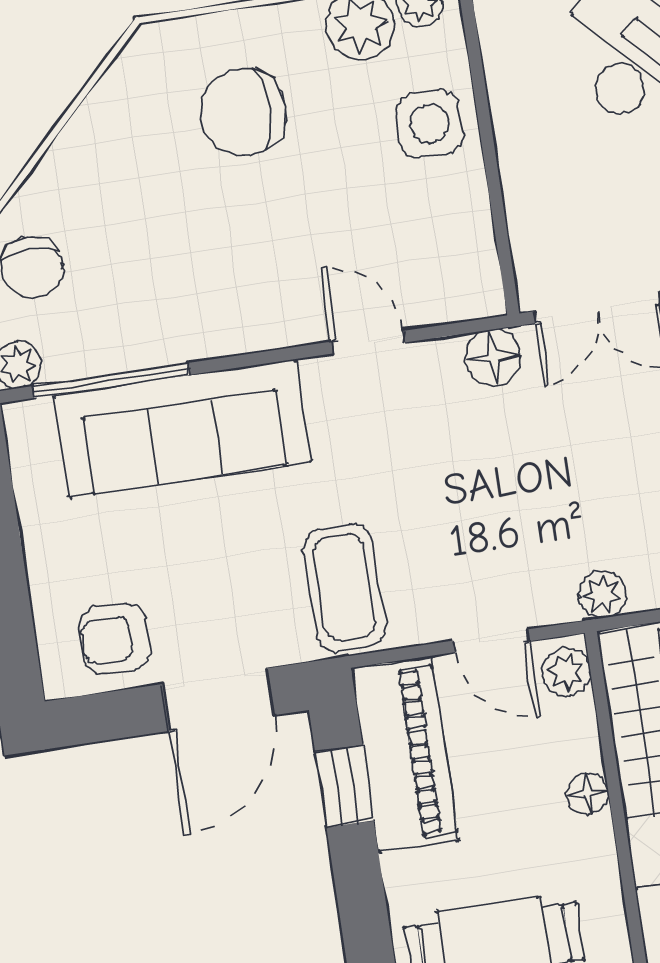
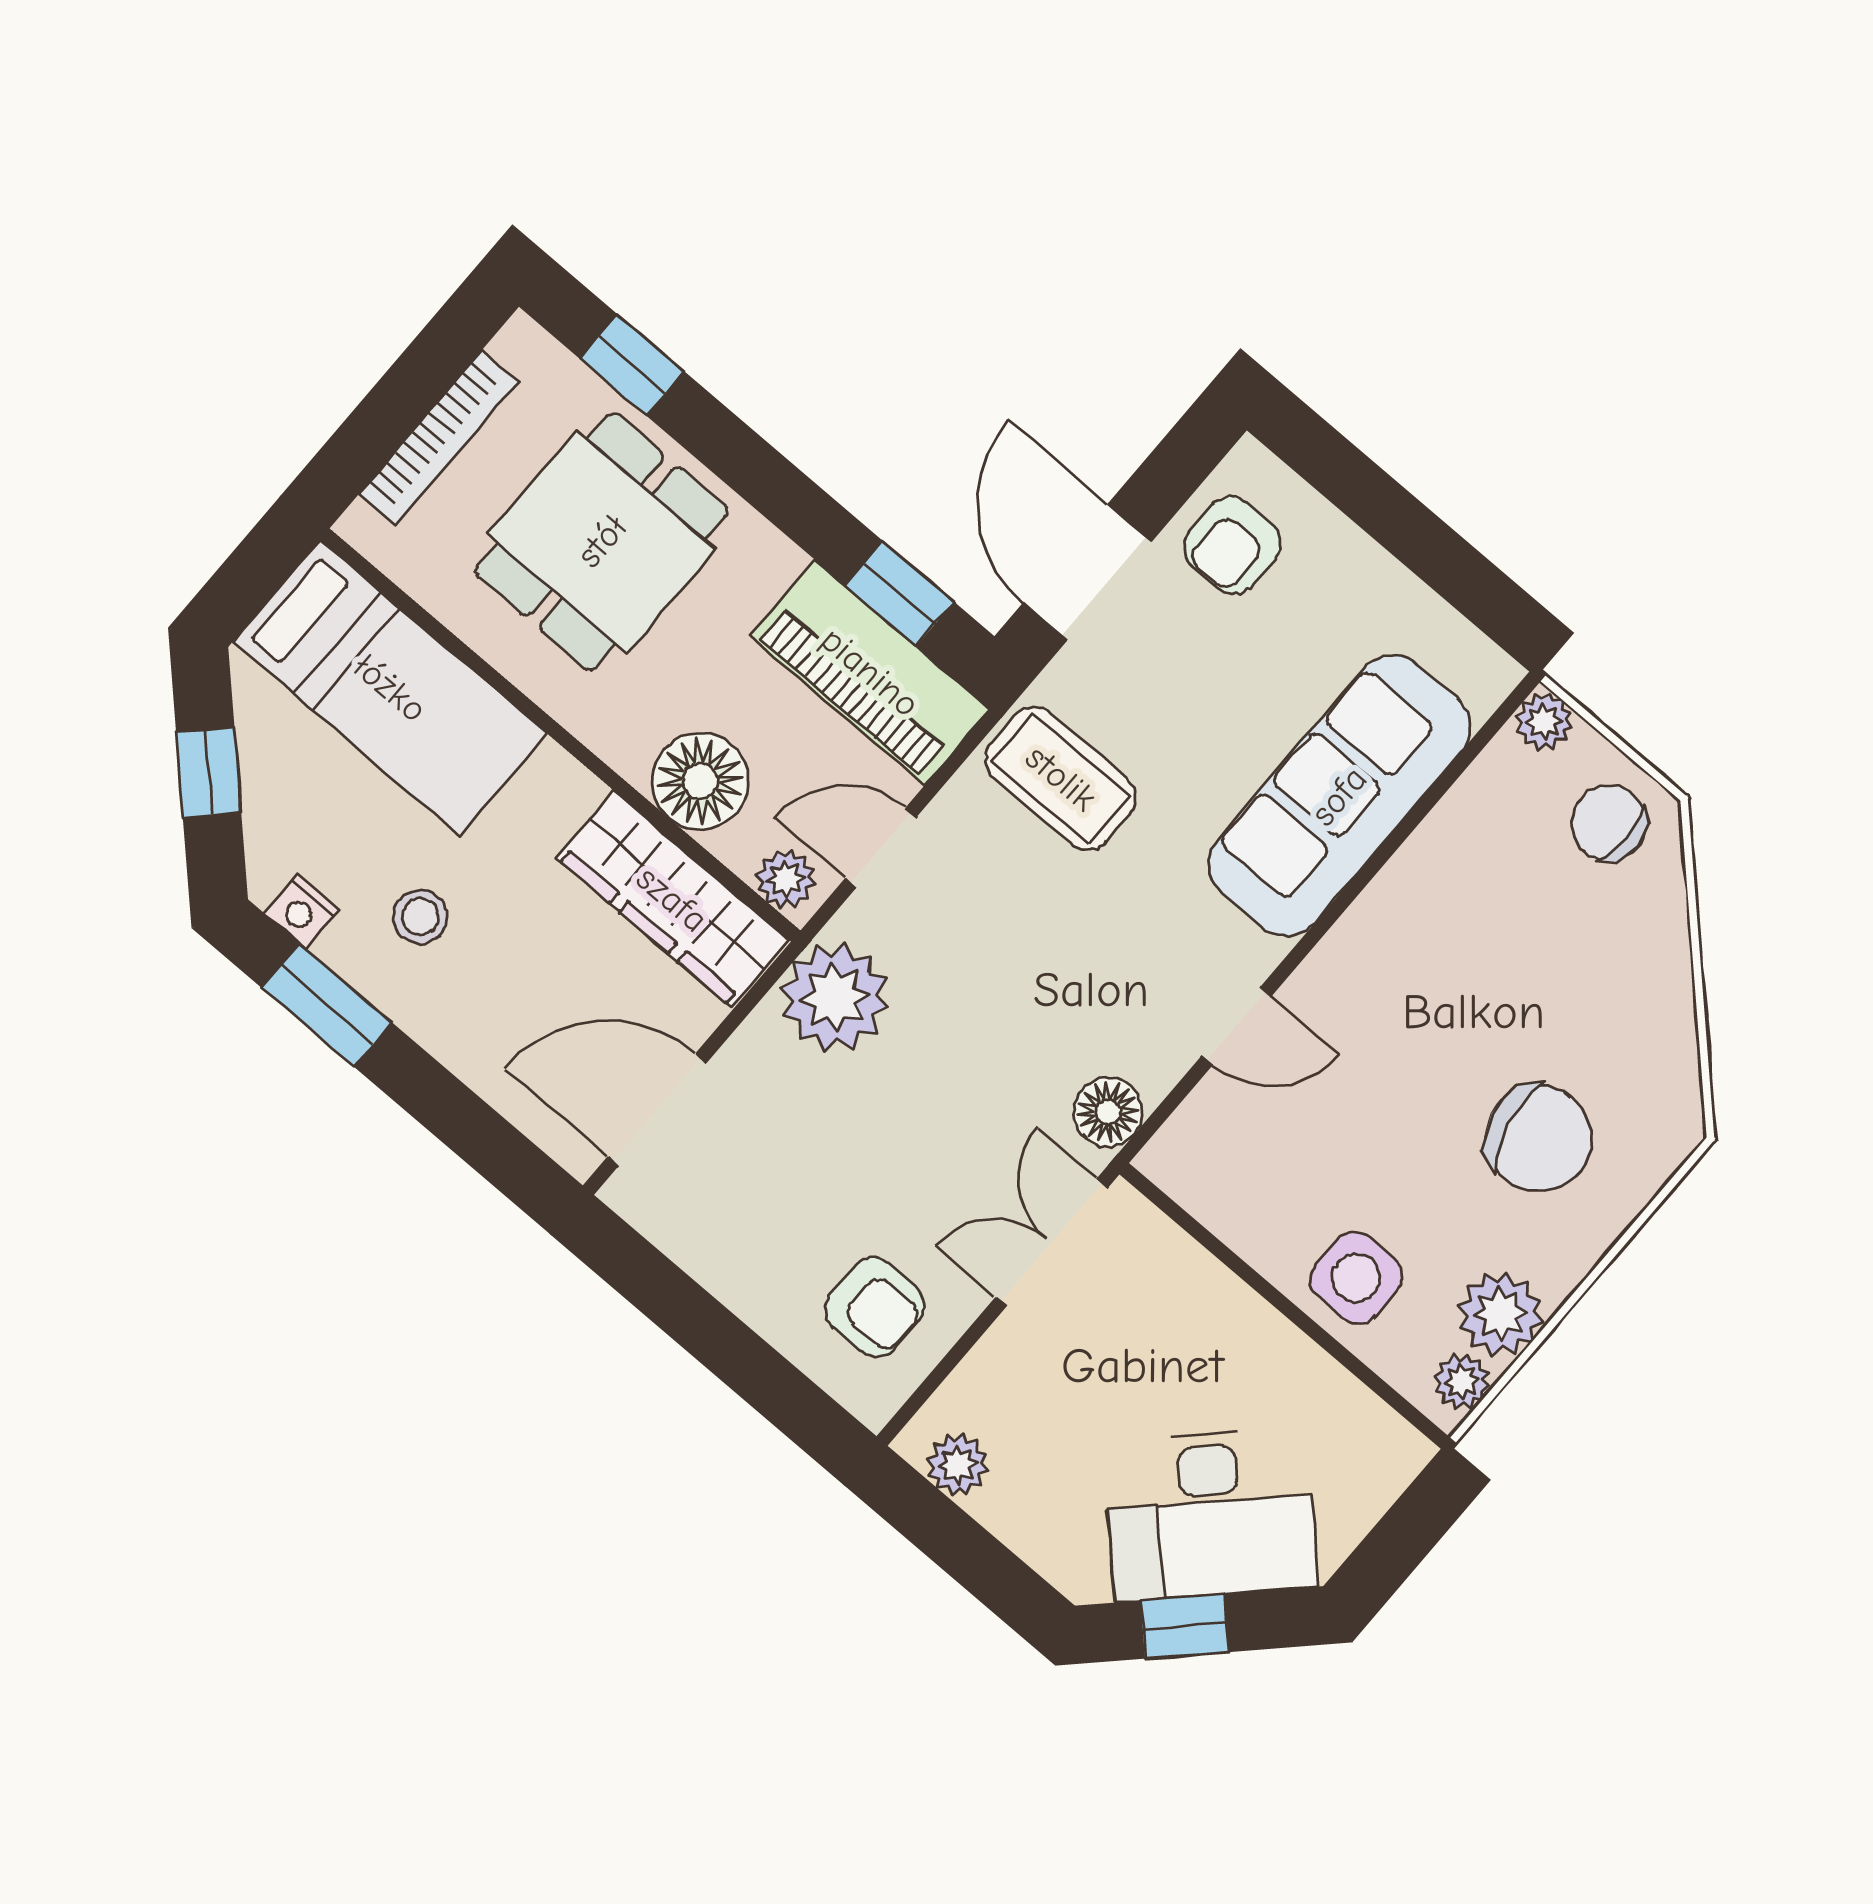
chair: (243, 112) -> (1539, 1138), turned 78
window: (111, 381) -> (1445, 782), removed
plant: (602, 594) -> (835, 997), width x1.88, depth x1.88
armchair: (115, 639) -> (1232, 545), turned 180
floor lamp: (588, 793) -> (700, 781), width x1.89, depth x1.89

